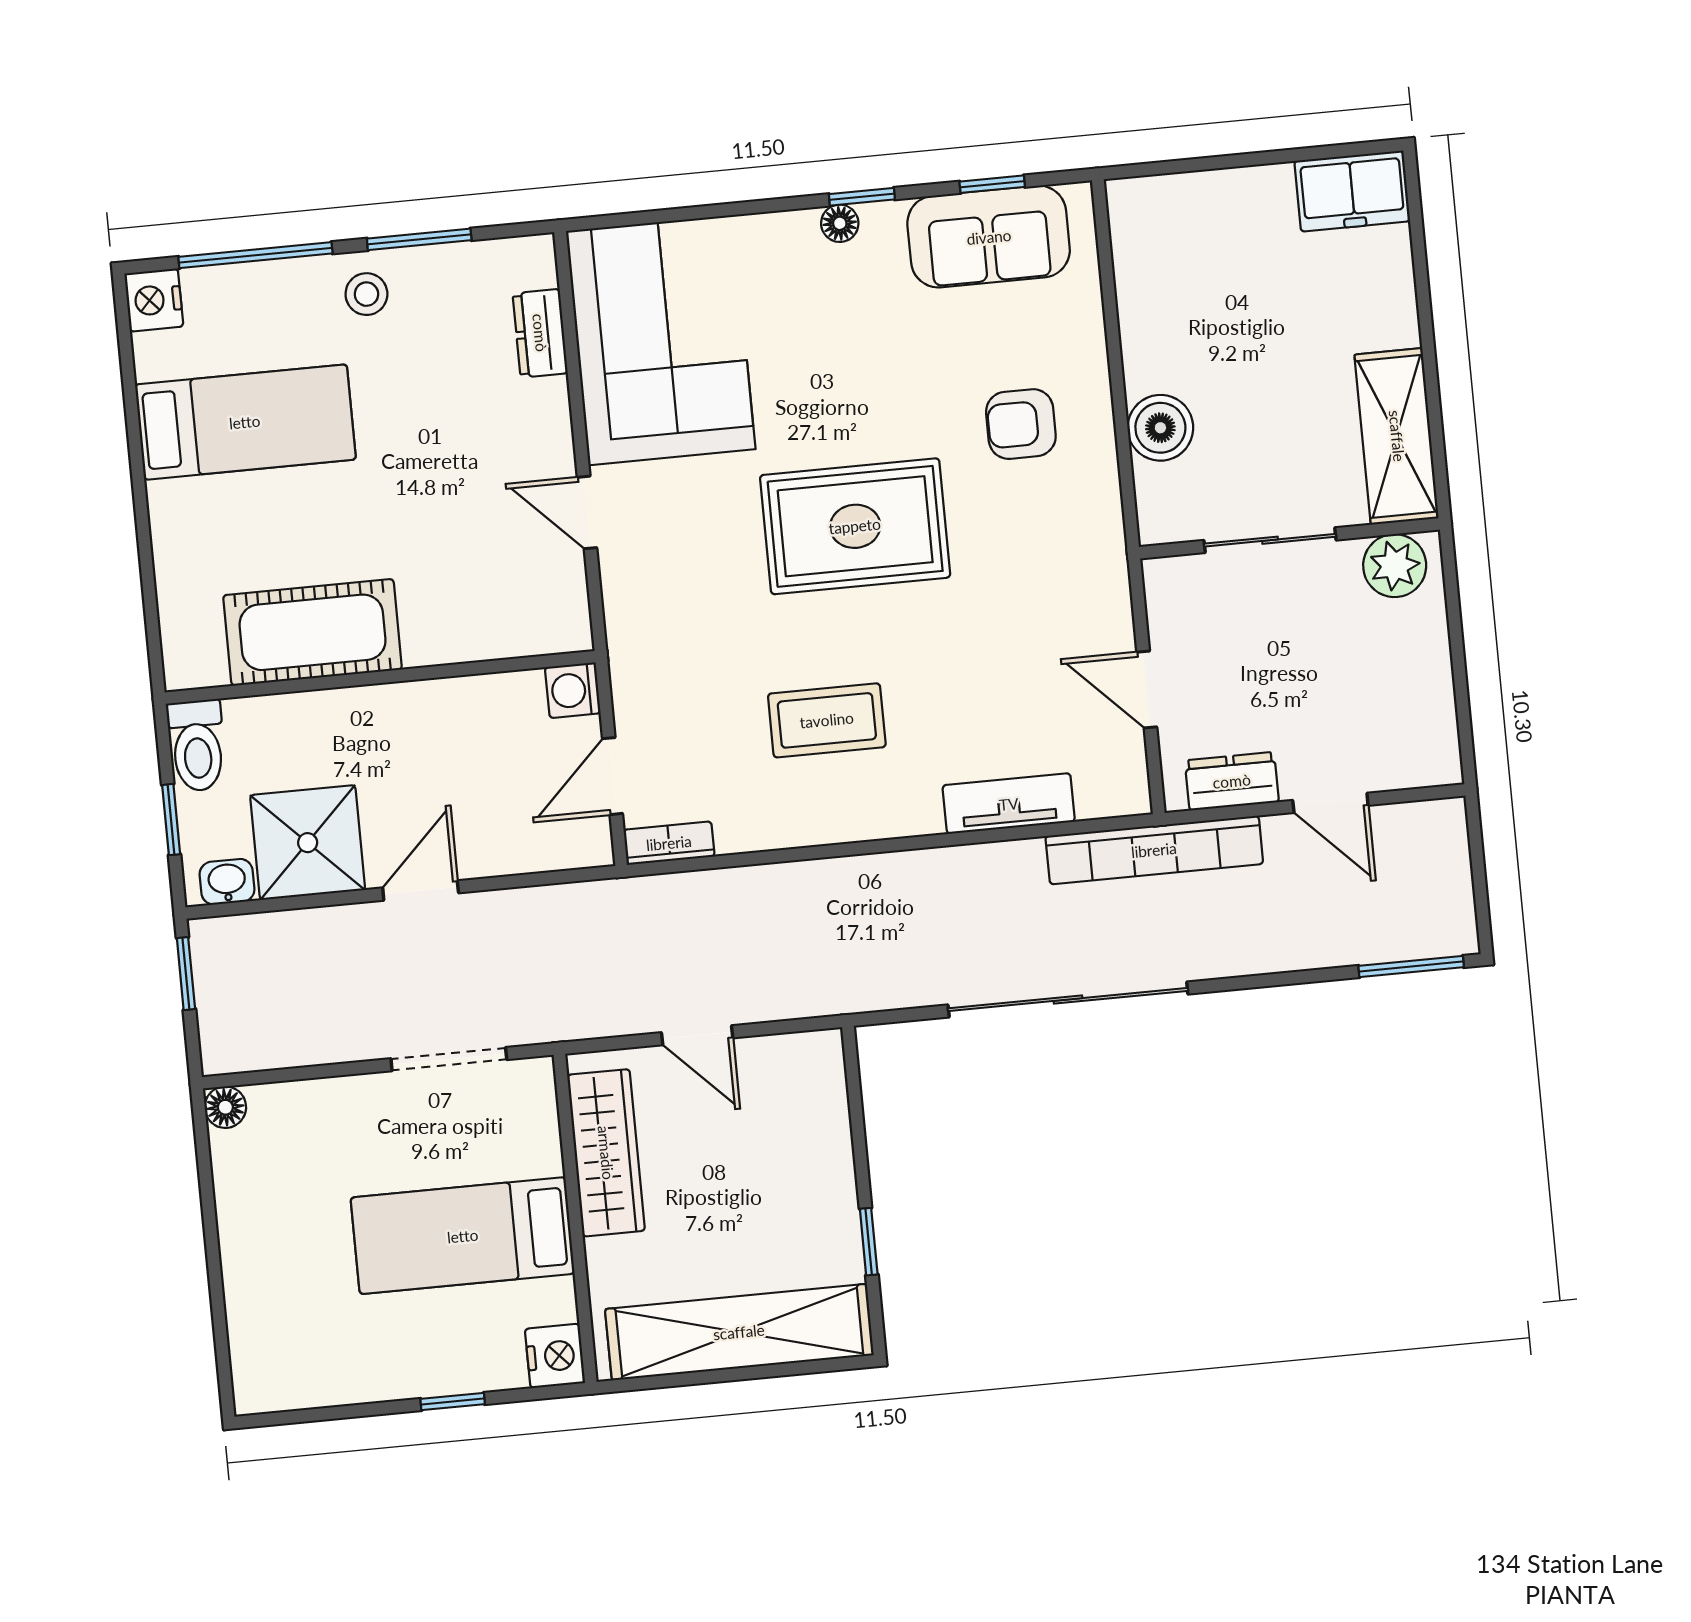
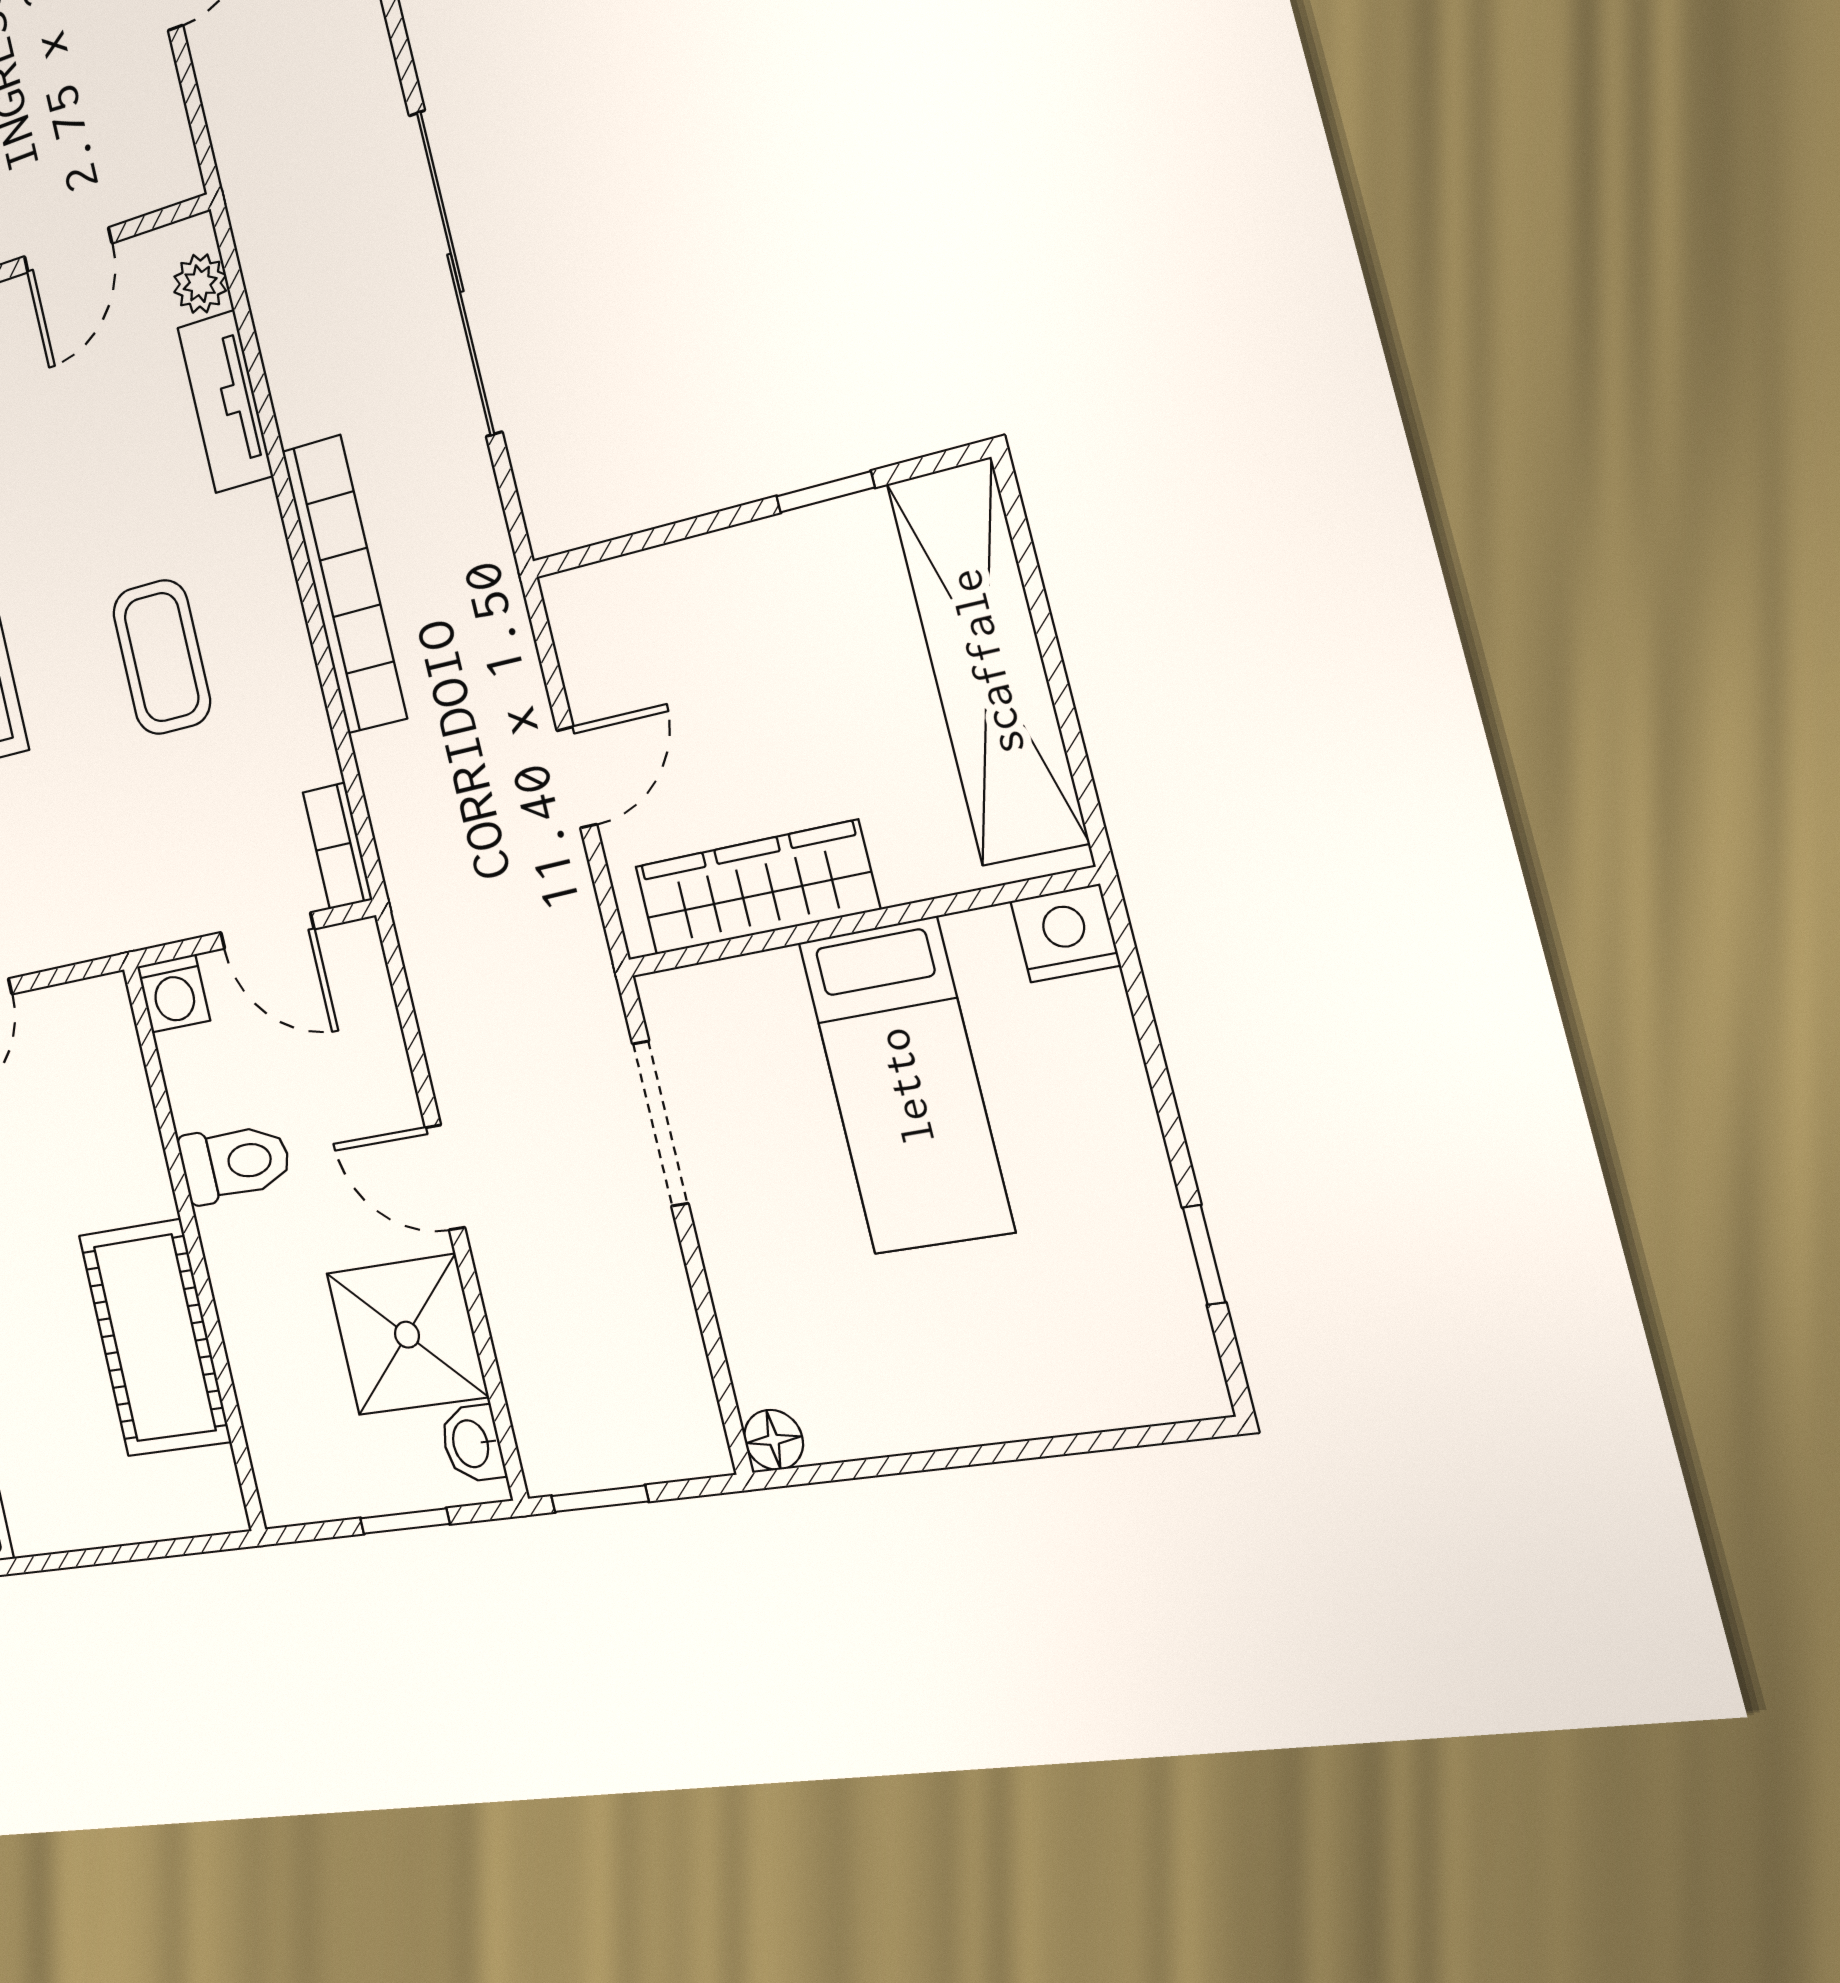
toilet: (197, 746) -> (235, 1163), moved
dresser: (1232, 781) -> (157, 115), removed
plant: (1100, 797) -> (200, 284), added
bookcase: (1154, 850) -> (344, 584), moved
window: (453, 1402) -> (1204, 1255), moved

